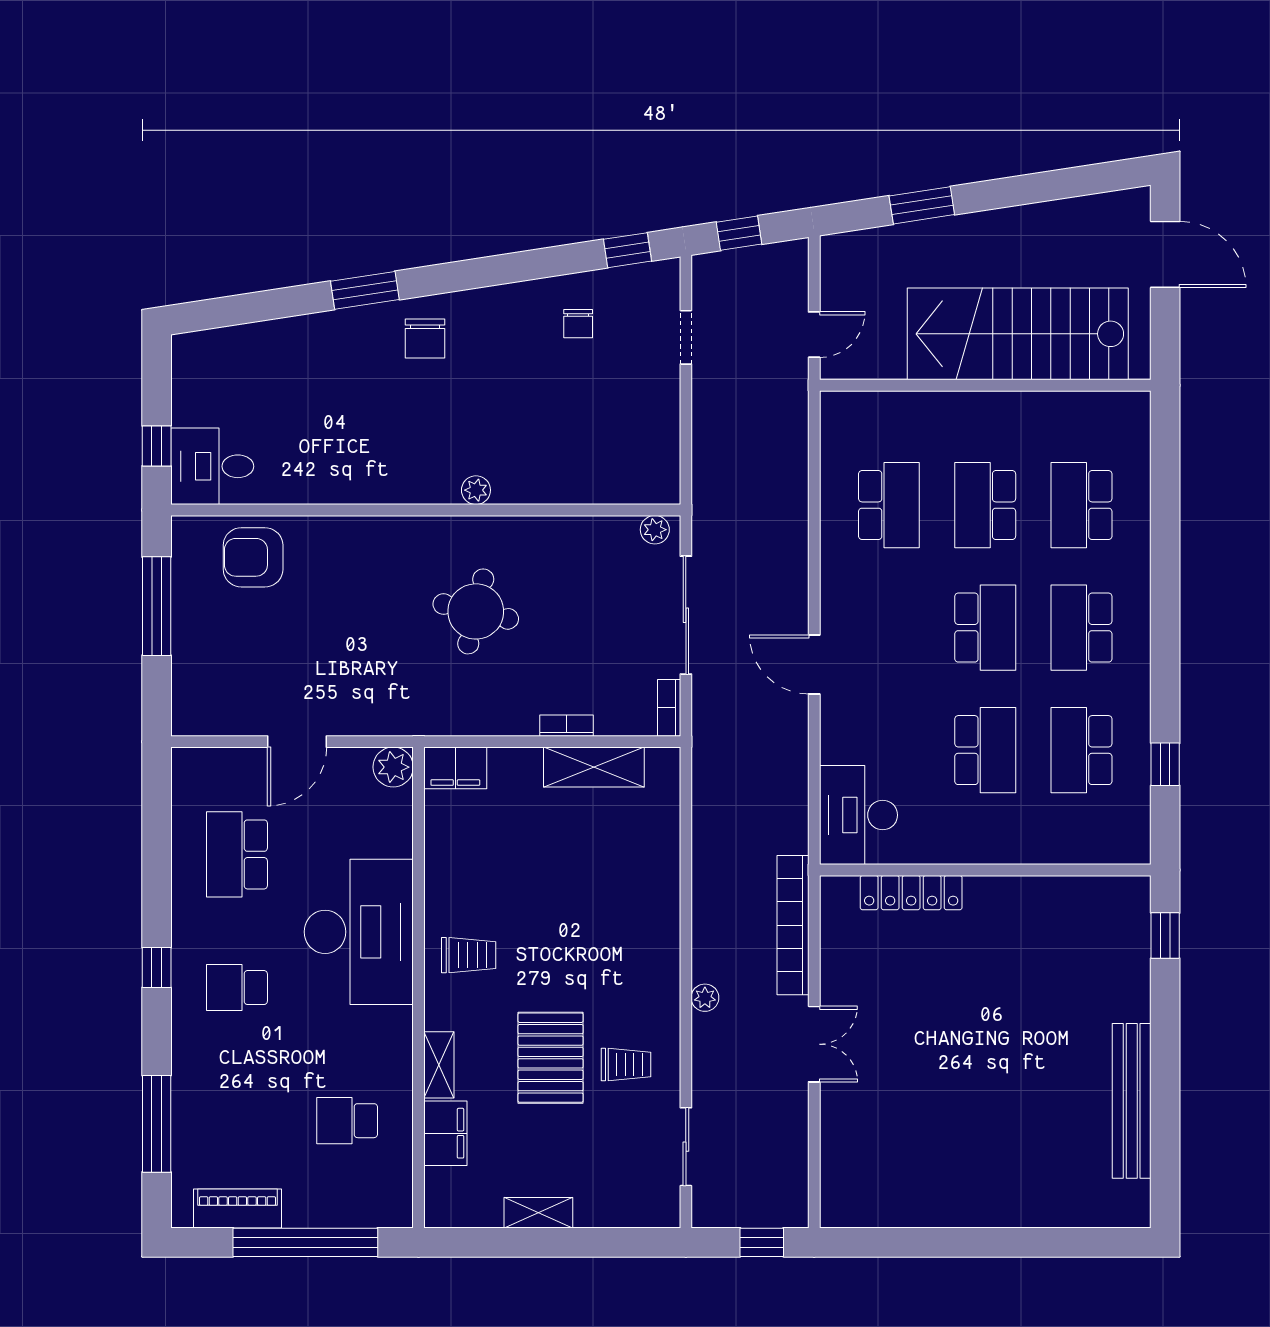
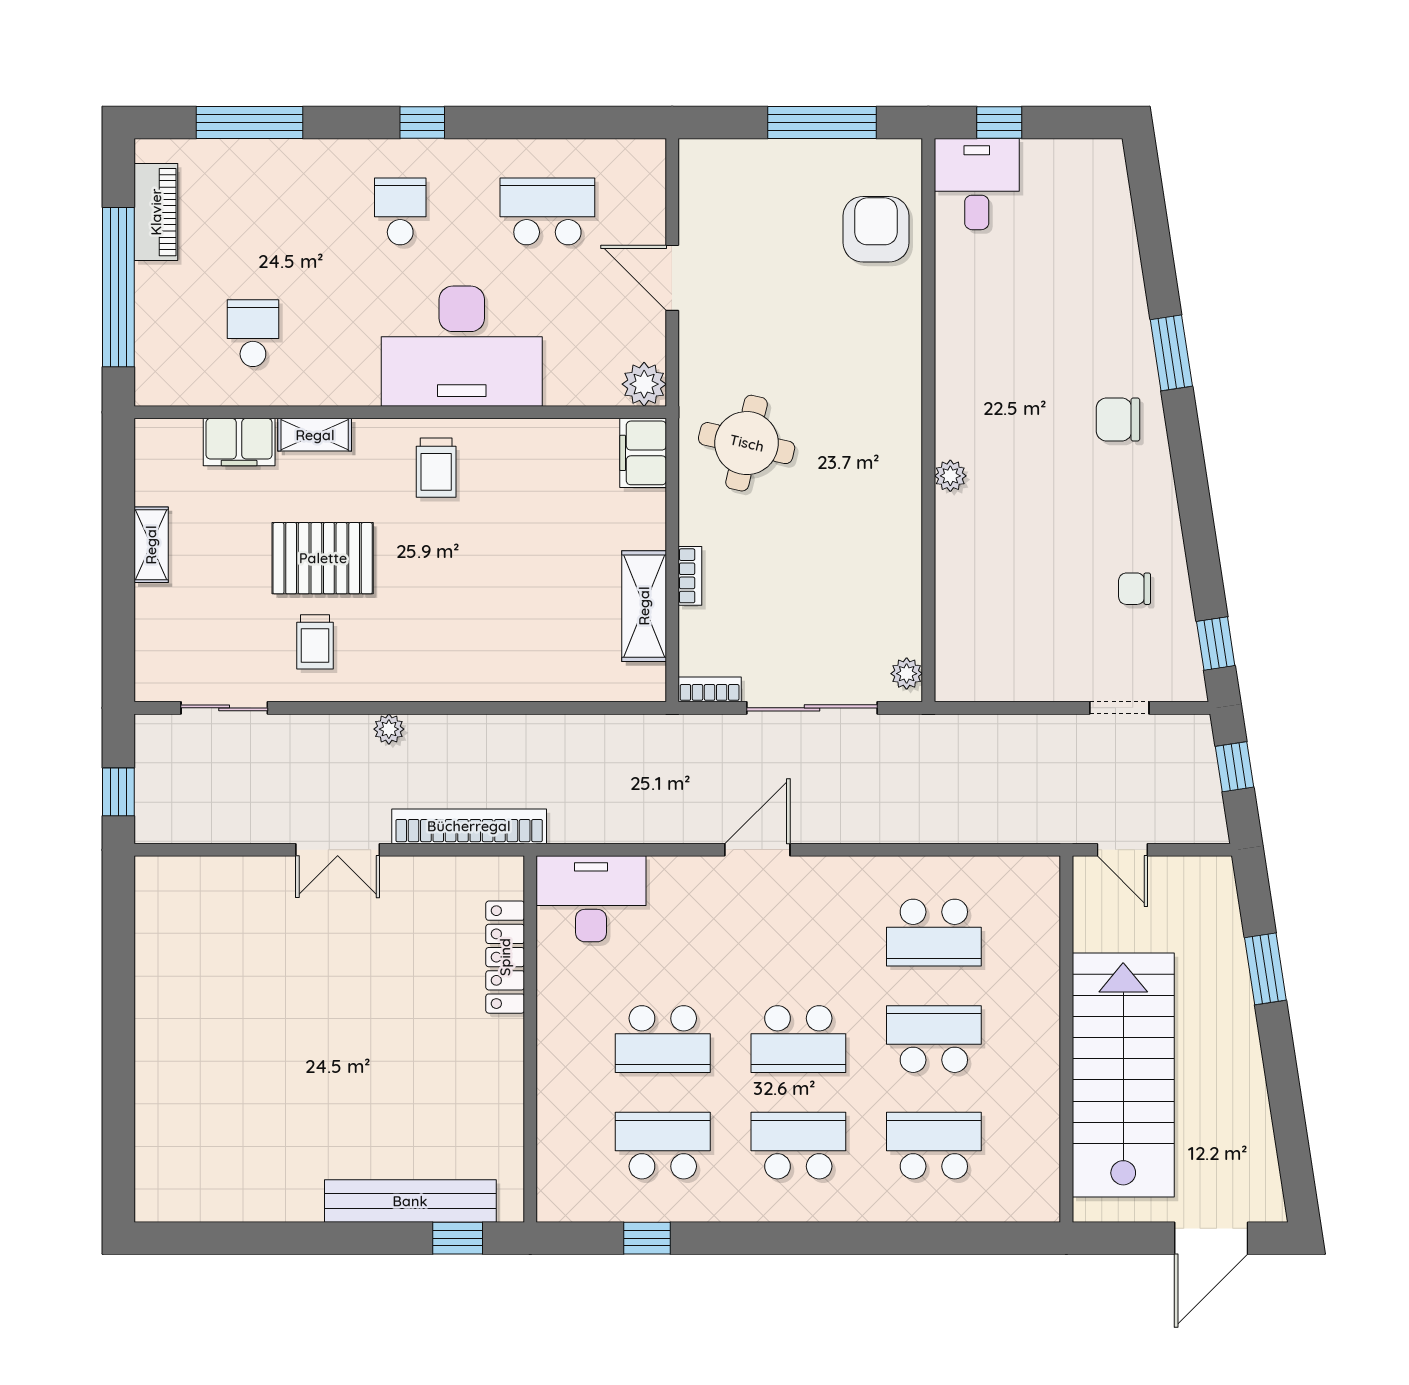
round table: (476, 611) -> (747, 443), moved
bench: (1132, 1101) -> (410, 1201), moved

